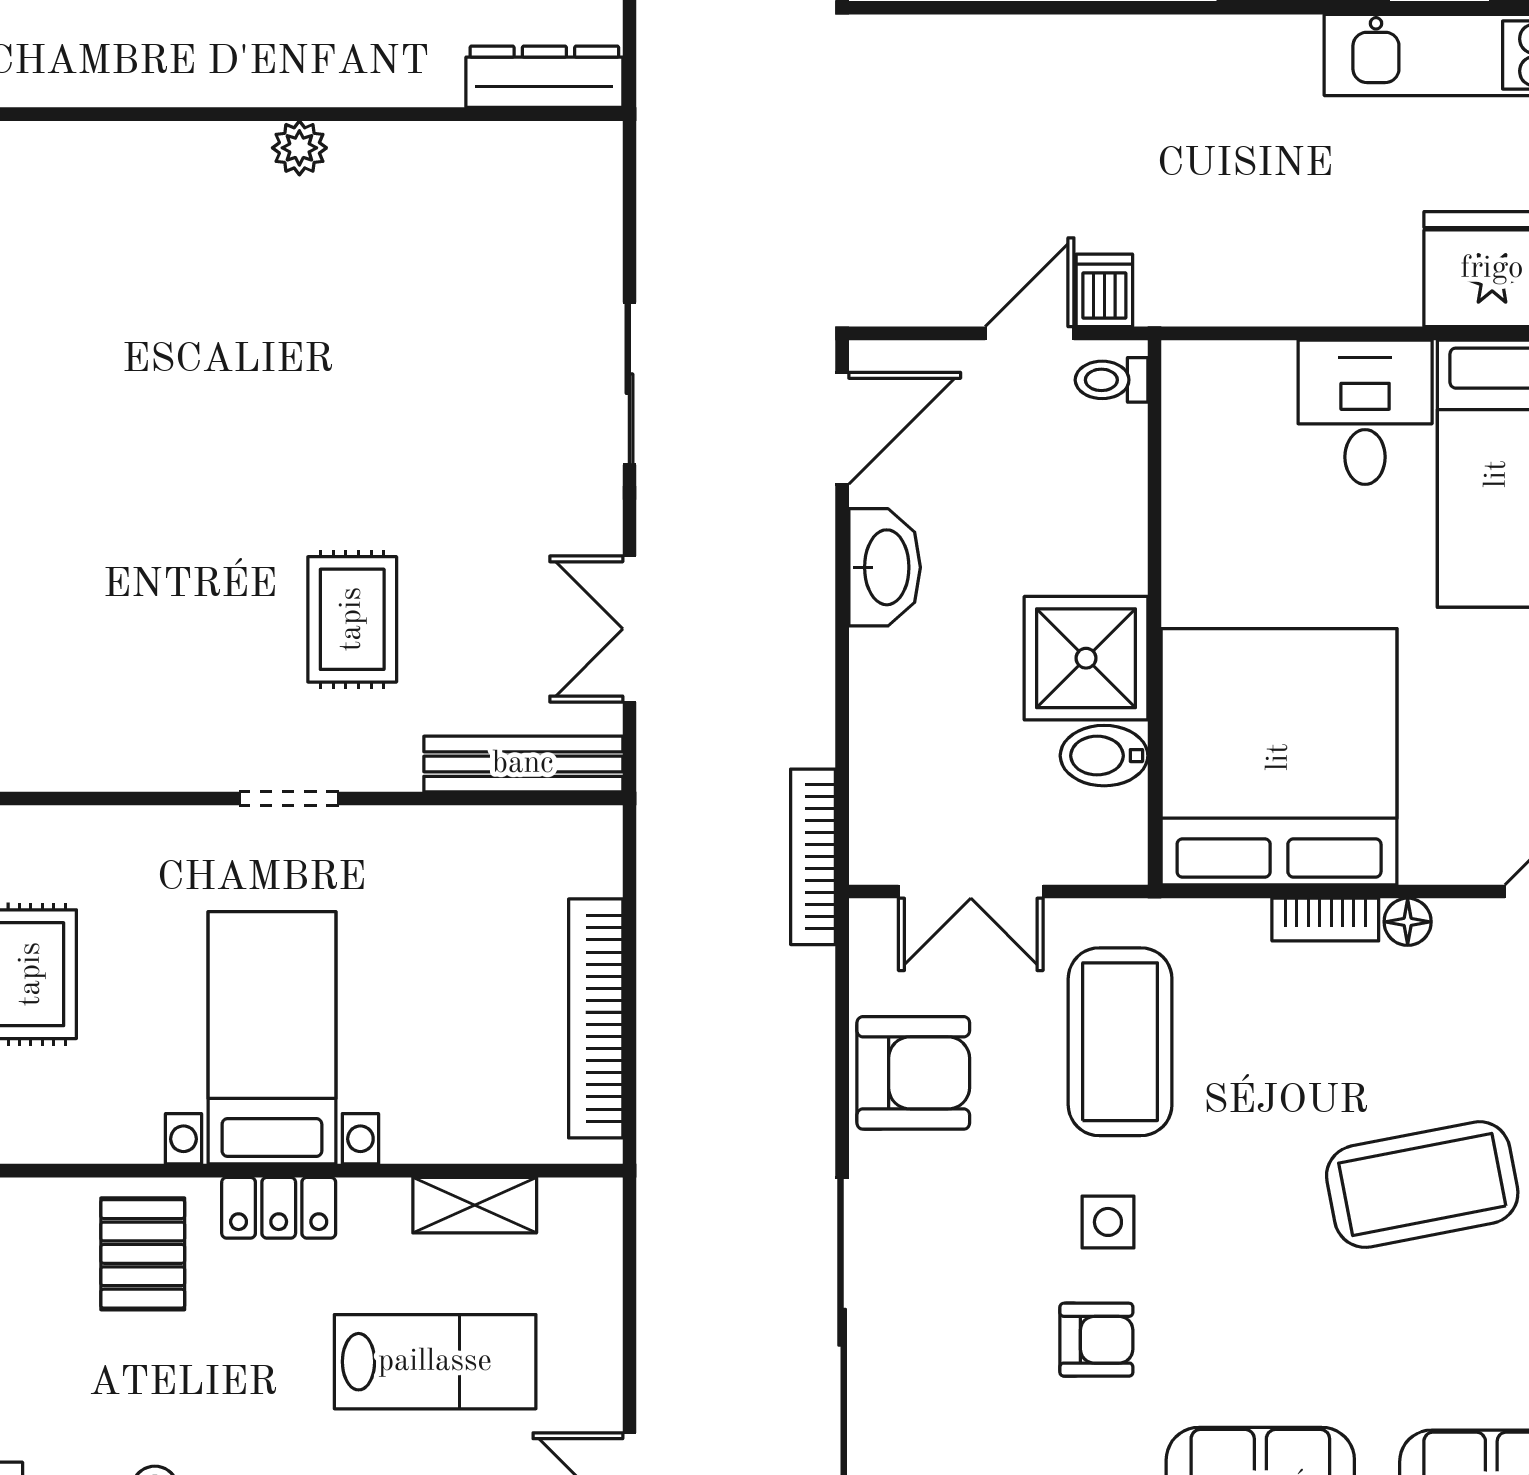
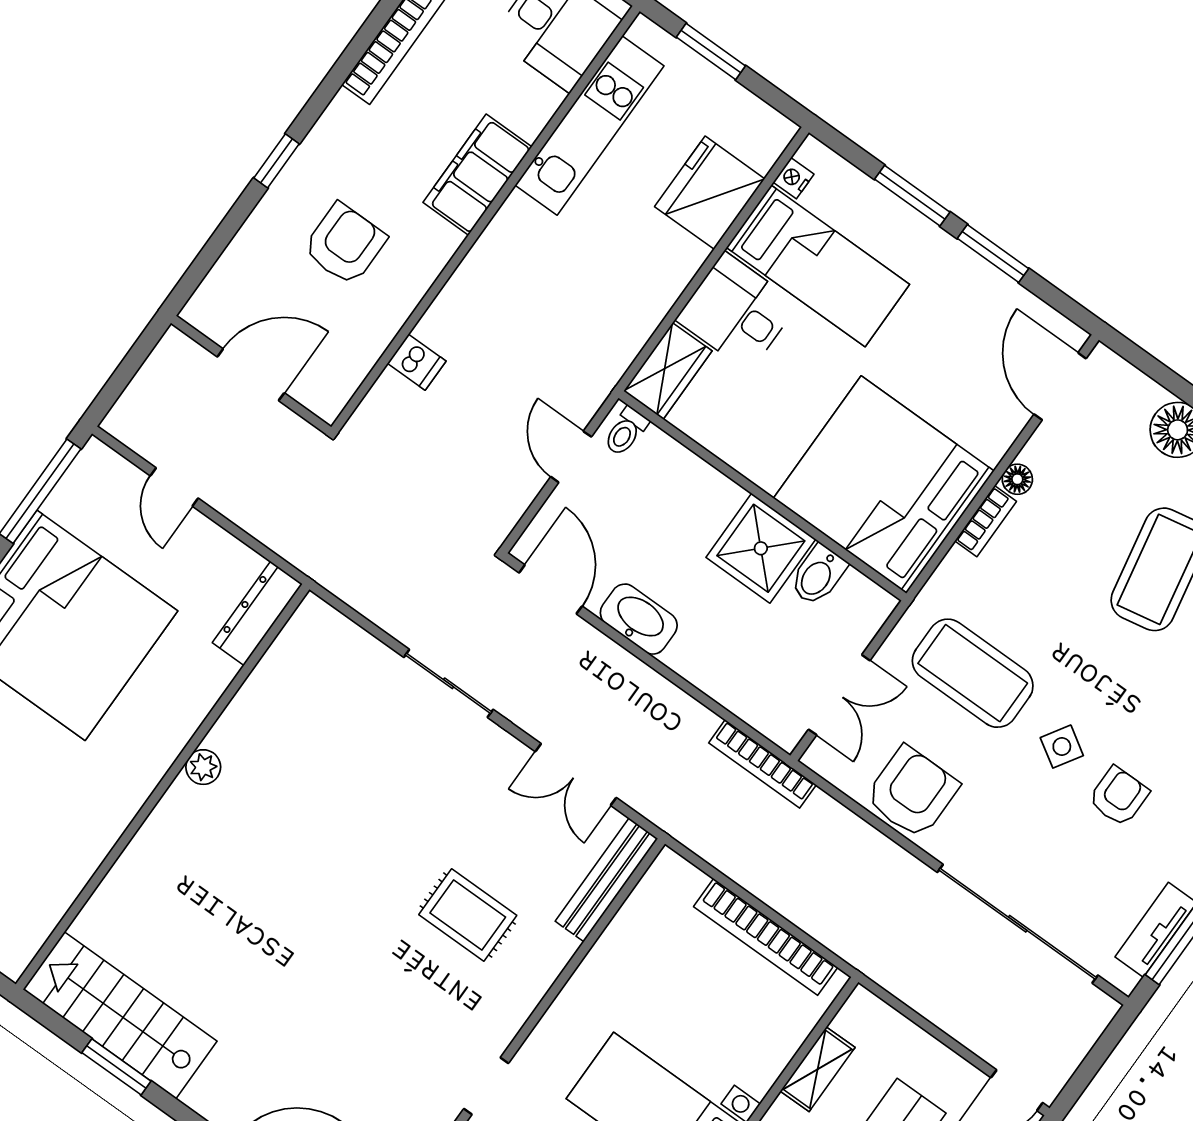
dishwasher: (1104, 290) -> (417, 362), moved, turned 180
wardrobe: (1227, 378) -> (668, 371), added
doorway: (289, 799) -> (486, 1086), moved
side table: (1108, 1222) -> (1062, 747), turned 32

